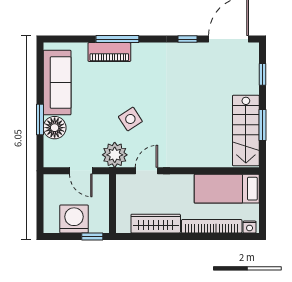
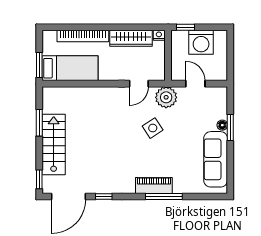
piano: (109, 52) -> (154, 185), moved
window: (263, 74) -> (39, 179), moved
floor lamp: (55, 128) -> (222, 125), width x0.53, depth x0.53
stairs: (246, 131) -> (54, 144), moved
window: (263, 192) -> (39, 65), added
nightstand: (250, 227) -> (159, 35), moved

